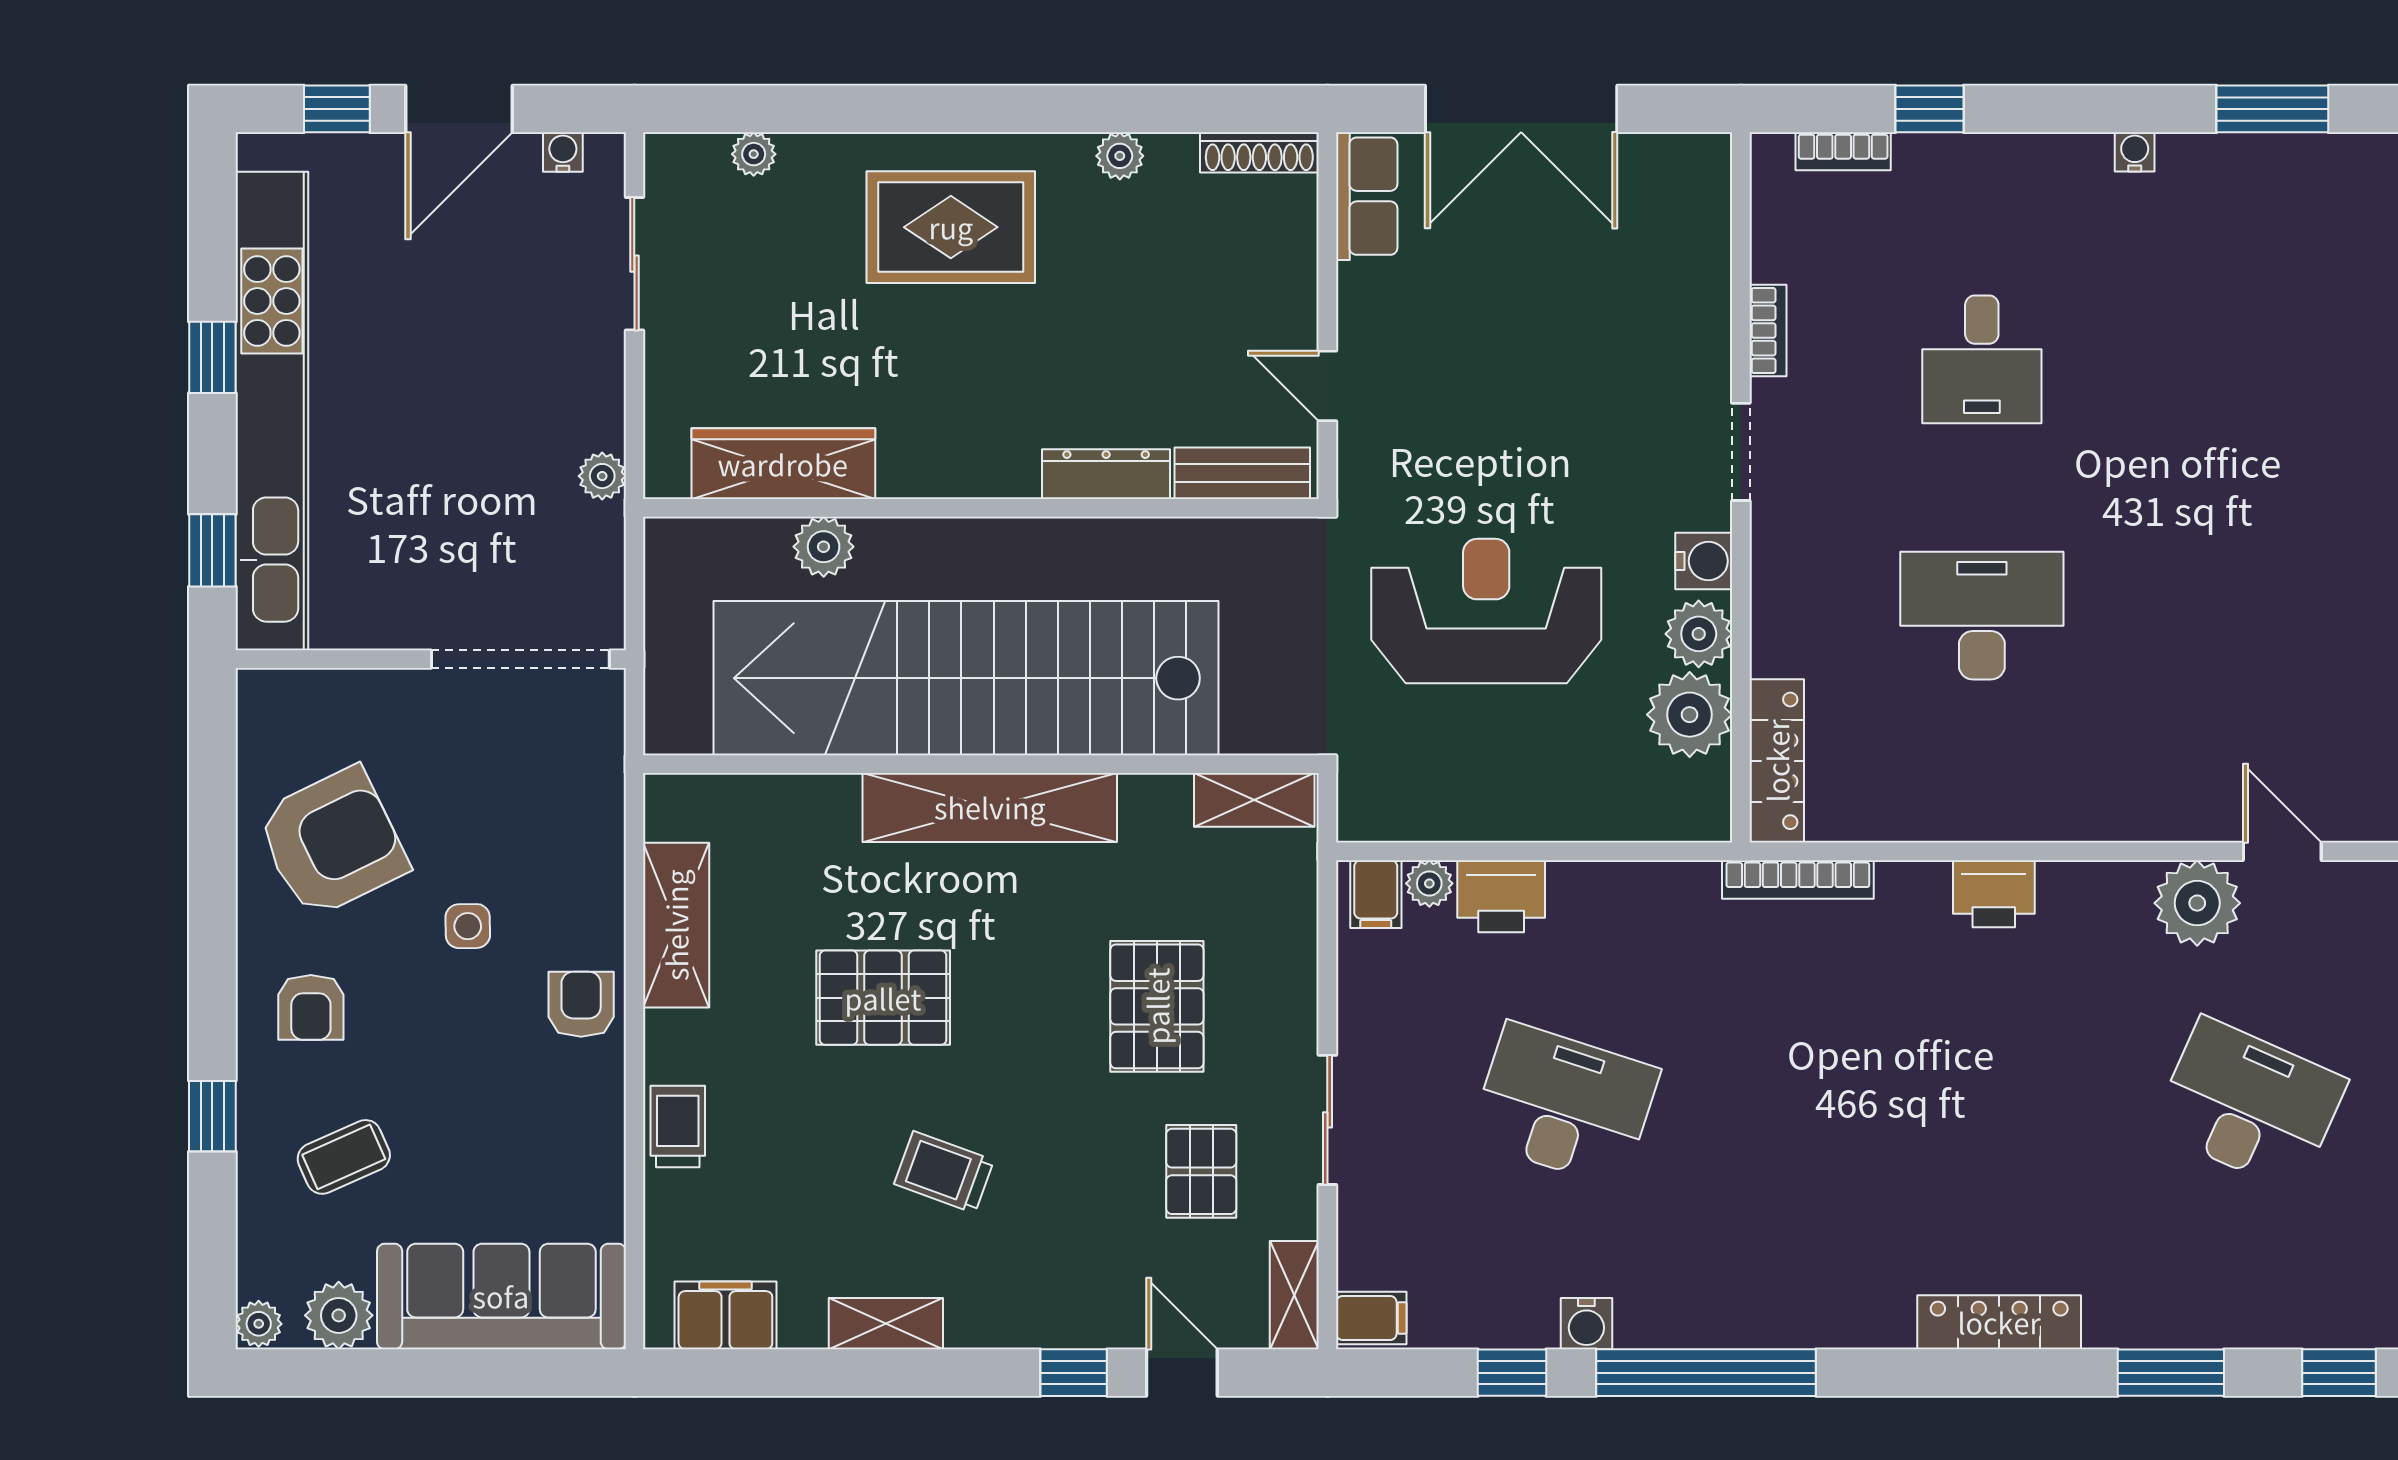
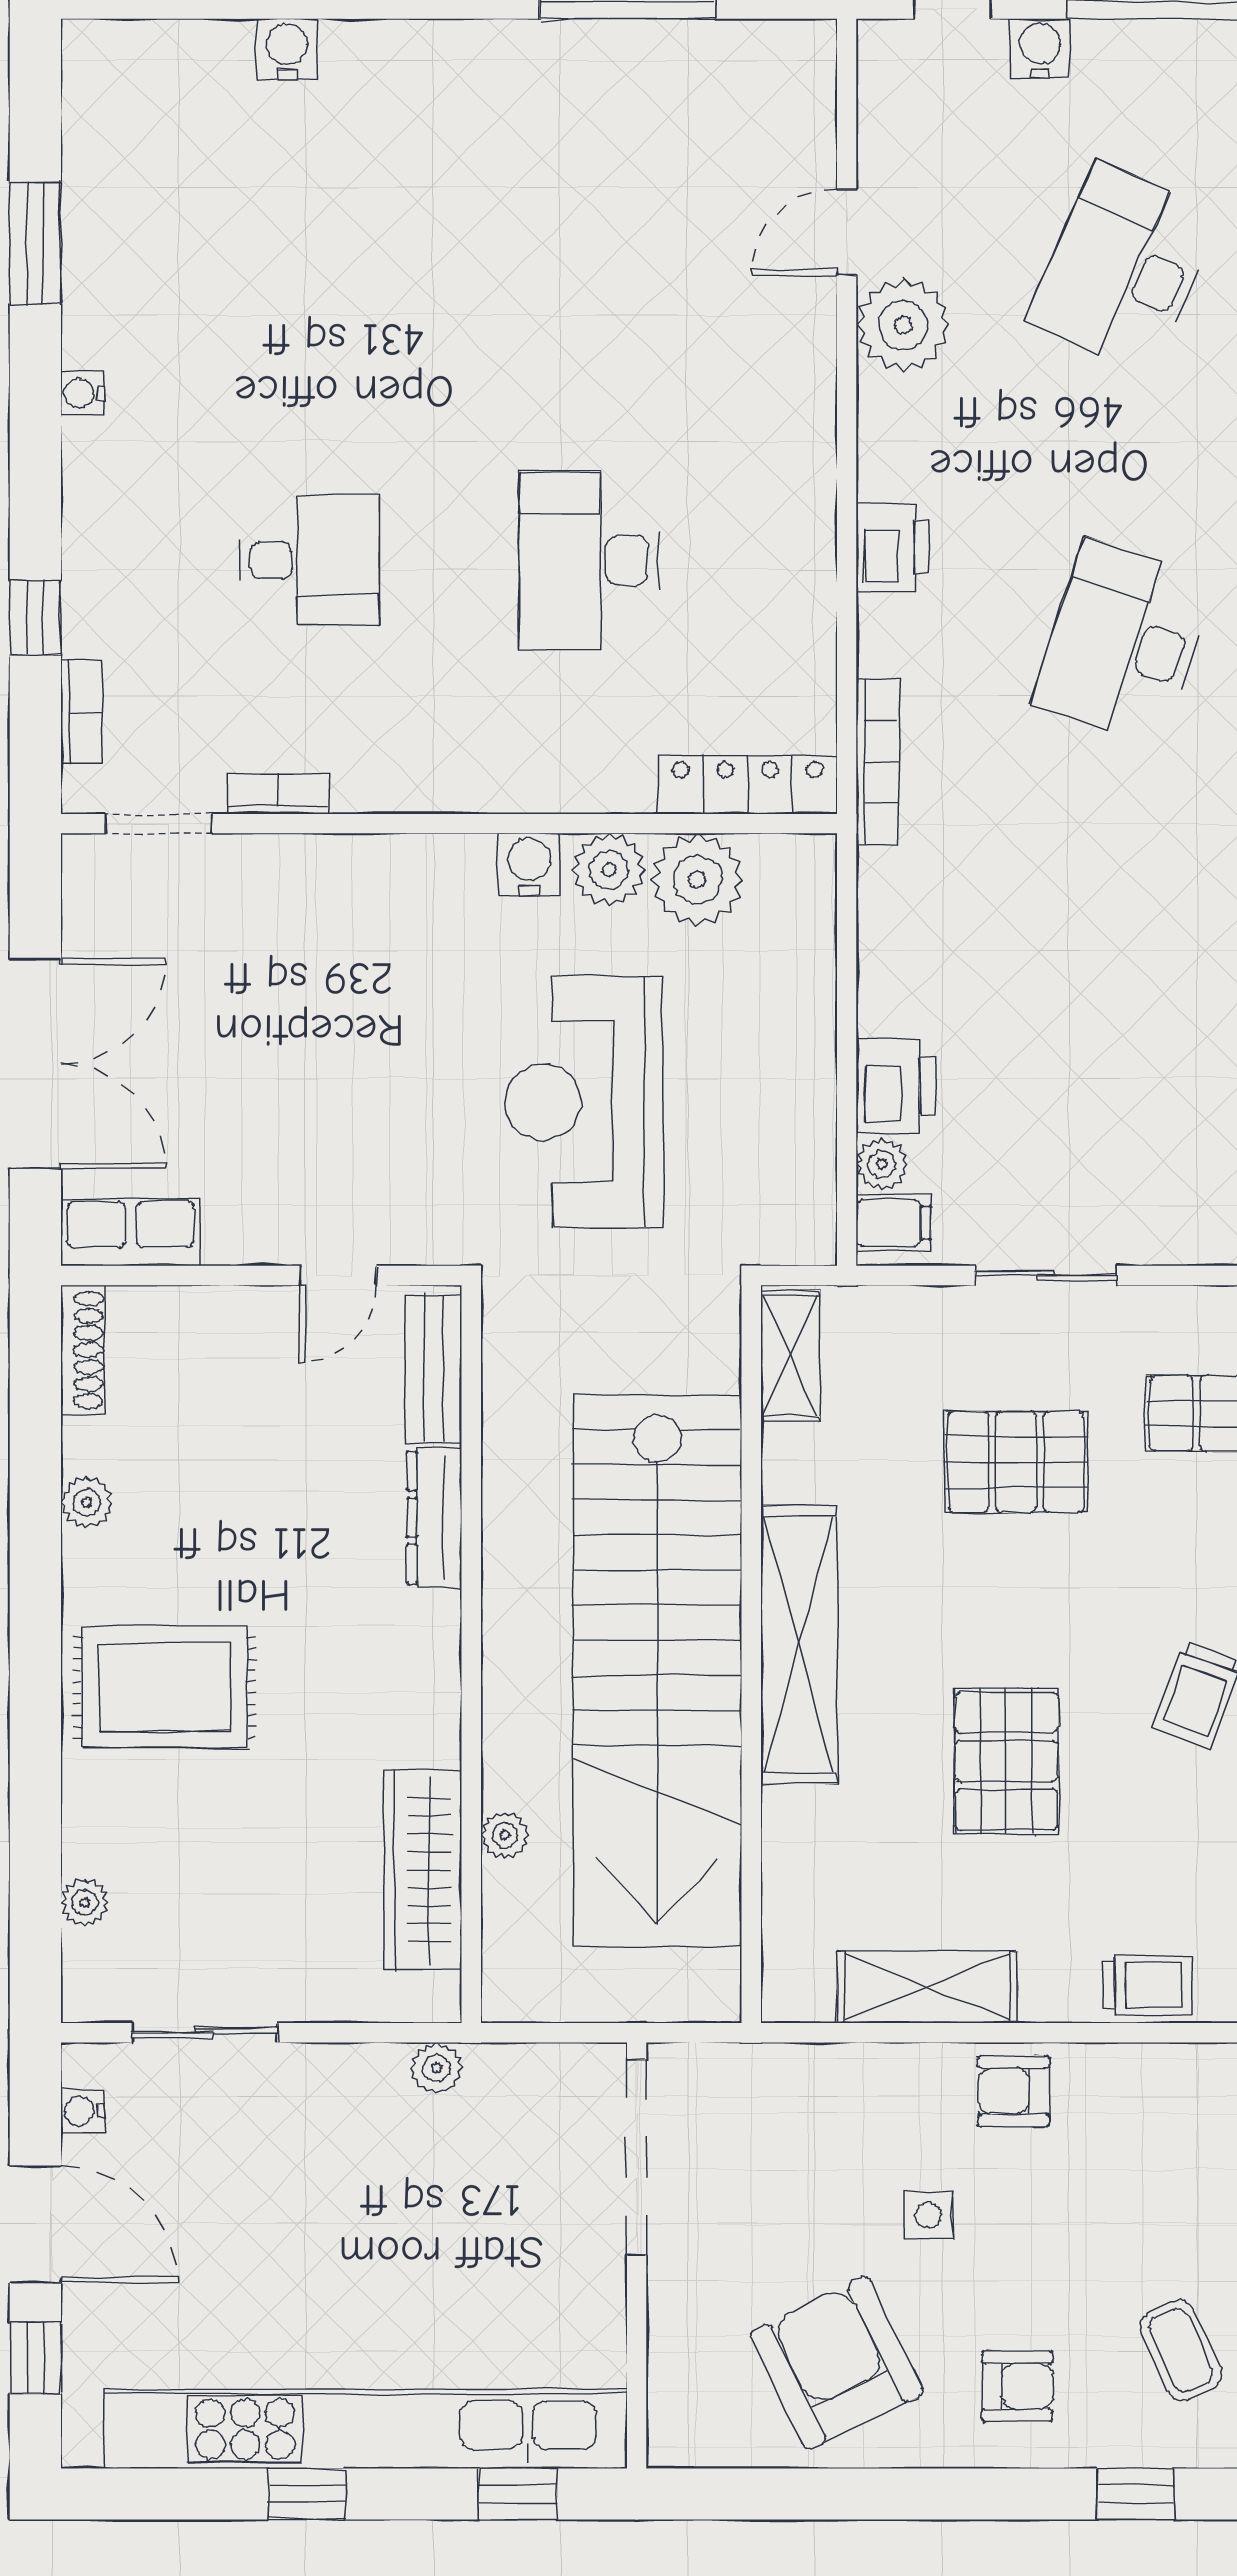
rug: (951, 227) -> (164, 1687), turned 90
doorway: (1741, 452) -> (159, 824), moved
plant: (824, 547) -> (505, 1835), width x0.73, depth x0.73
desk: (1564, 1105) -> (1123, 642), moved
sliding door: (1327, 1120) -> (1046, 1275), moved
trolley: (678, 1127) -> (1147, 1985), turned 180

